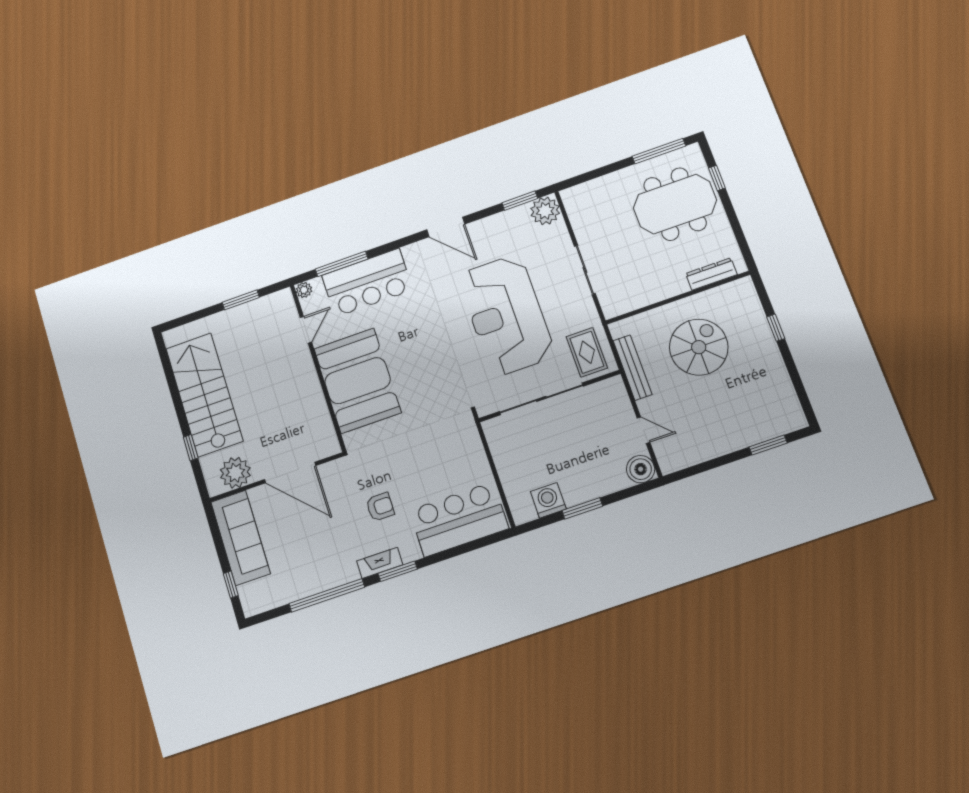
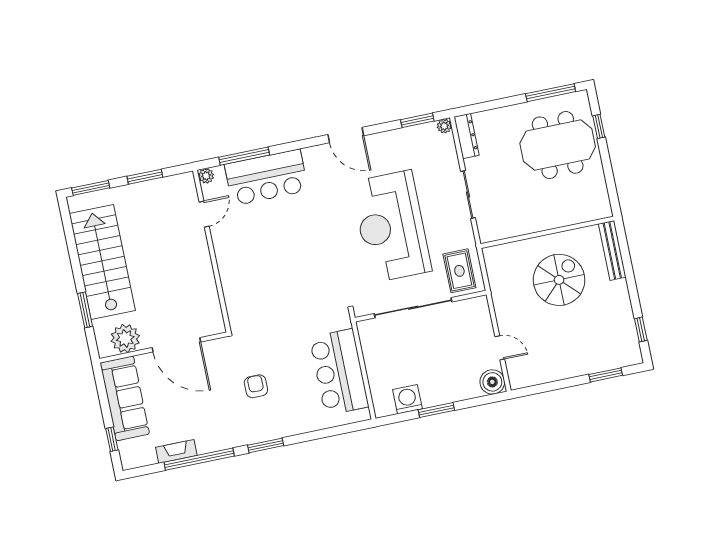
plant: (545, 211) -> (444, 126), width x0.53, depth x0.53
dresser: (711, 274) -> (466, 136), moved, turned 90
window: (186, 319) -> (91, 188), added
window: (776, 328) -> (641, 329), moved
bench: (633, 368) -> (612, 250), moved
booth: (357, 381) -> (248, 268), removed
window: (191, 448) -> (85, 310), width x1.50
armchair: (380, 507) -> (256, 386), turned -90
bar counter: (459, 519) -> (339, 372), moved, turned -90
fireplace: (380, 563) -> (176, 451), moved

